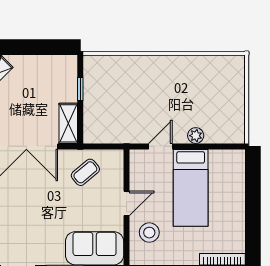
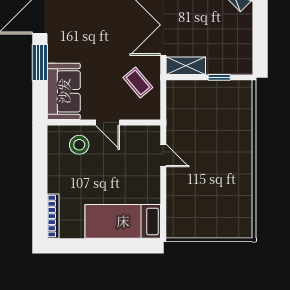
plant: (196, 136) -> (174, 190), removed
bed: (191, 188) -> (123, 221), moved

